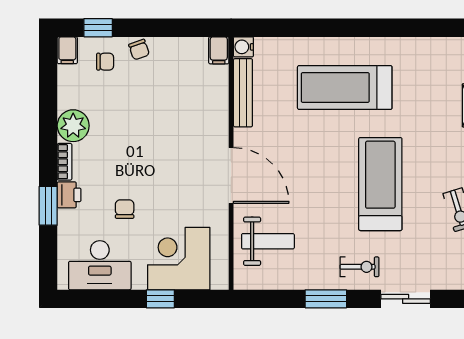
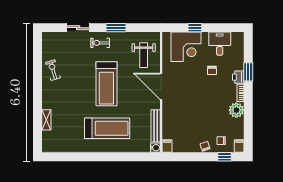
treadmill: (380, 184) -> (106, 84), moved
weight bench: (268, 241) -> (144, 55), turned -90
desk: (100, 265) -> (220, 44), width x0.73

